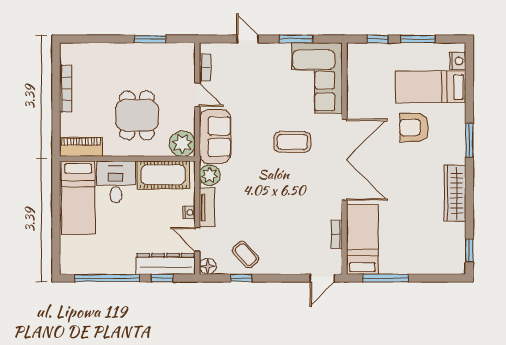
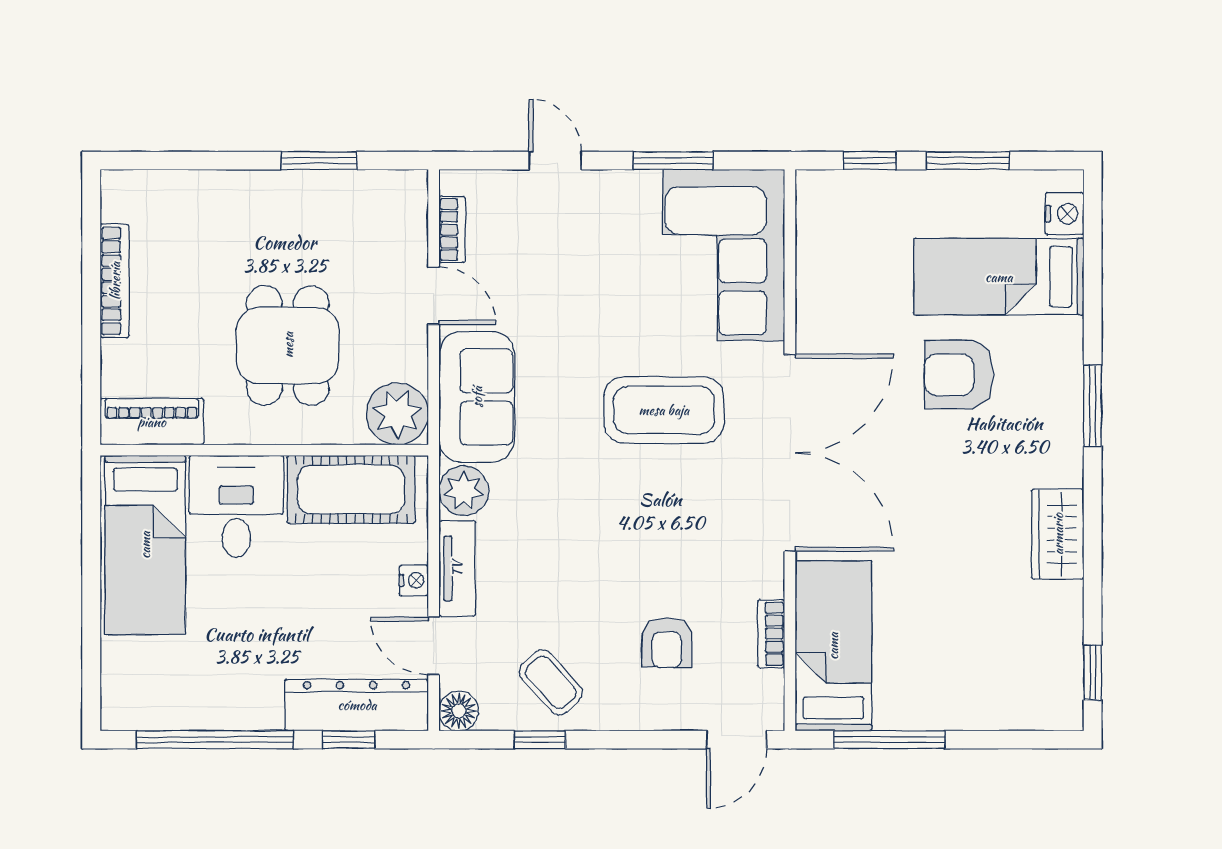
coffee table: (292, 142) -> (664, 410), width x1.36, depth x1.32
wardrobe: (455, 193) -> (1058, 534), width x0.67
armchair: (294, 238) -> (667, 643), added

